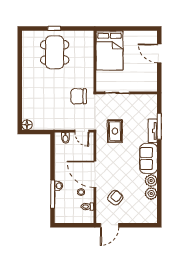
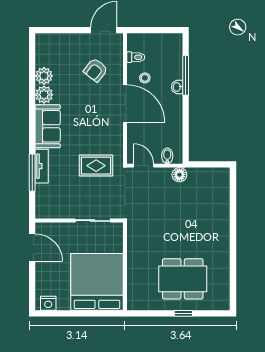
nightstand: (148, 35) -> (48, 303), added
bed: (109, 50) -> (97, 282), width x1.36
dining table: (55, 52) -> (183, 279), turned 90
door: (159, 53) -> (32, 247), moved
chair: (79, 96) -> (148, 216), removed
floor lamp: (27, 125) -> (179, 175), moved
rug: (115, 131) -> (96, 166), turned 90

